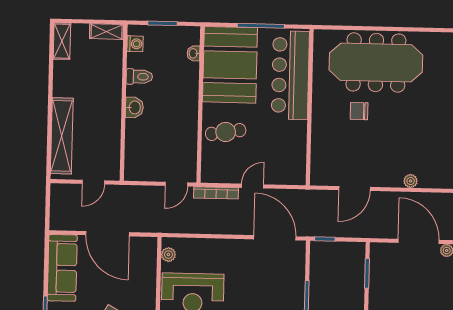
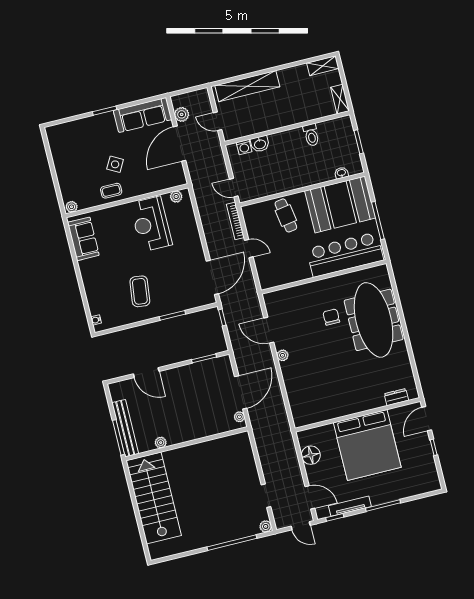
washing machine: (135, 44) -> (244, 147), moved
washbasin: (134, 107) -> (260, 144), moved
plant: (411, 181) -> (283, 355), moved
plant: (74, 222) -> (182, 114), added

